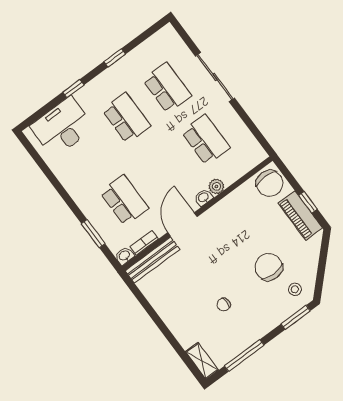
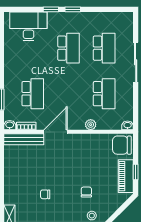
window: (115, 58) -> (73, 9), moved
chair: (270, 183) -> (122, 145), turned 90
washbasin: (203, 198) -> (128, 125), moved
chair: (269, 267) -> (86, 192), width x0.54, depth x0.54

